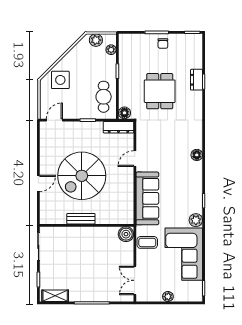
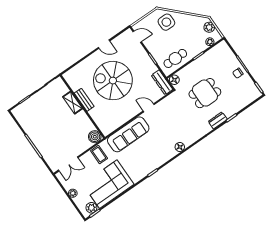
dresser: (197, 80) -> (218, 120), moved
door: (38, 183) -> (104, 44), moved
plant: (196, 220) -> (91, 208), moved
double door: (135, 280) -> (68, 164), swing flipped
shelving: (55, 296) -> (73, 103), moved

